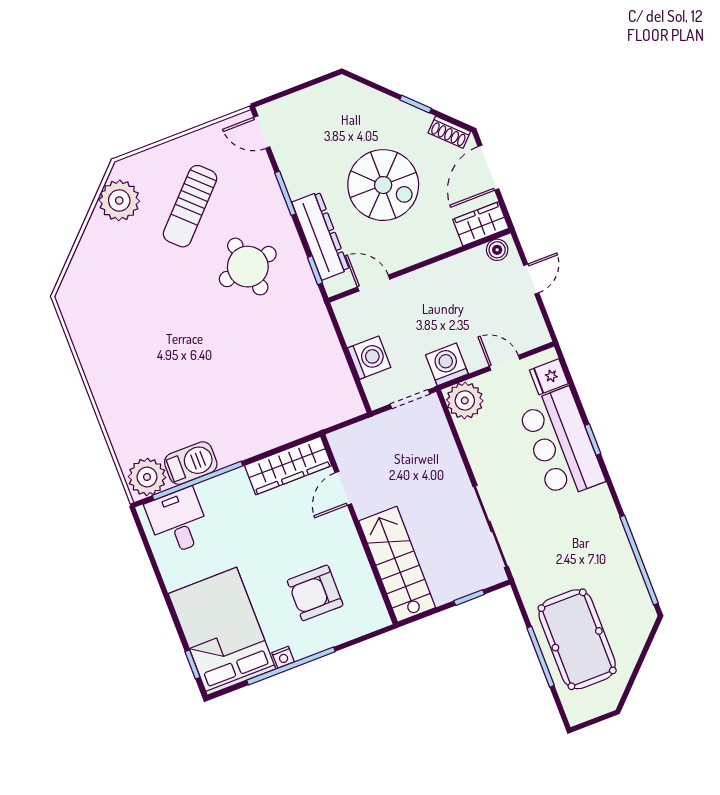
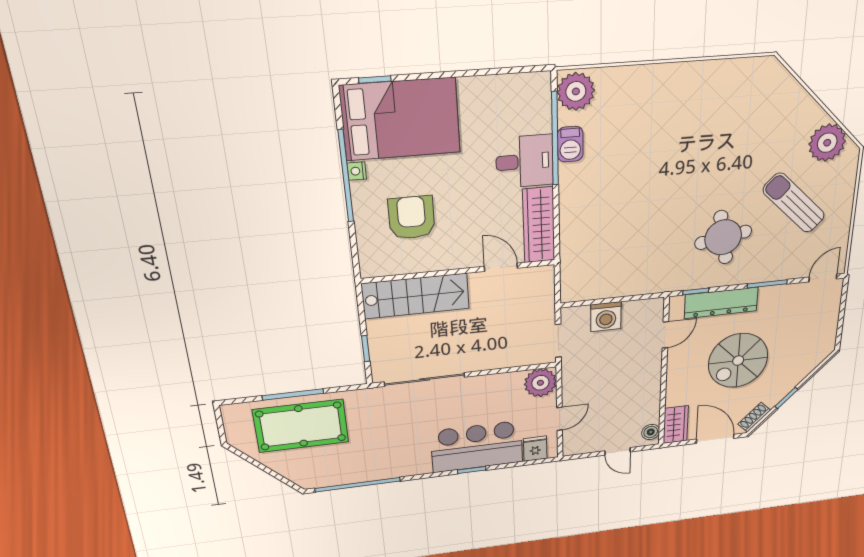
washing machine: (447, 364) -> (576, 376), removed
barbecue: (191, 463) -> (570, 144), width x0.73, depth x0.79
desk: (178, 521) -> (525, 161), moved

